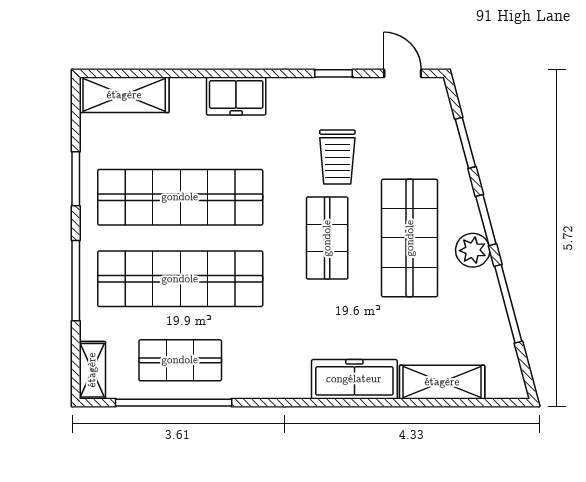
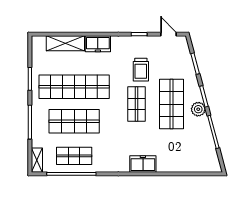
shelving: (124, 95) -> (65, 43), moved
shop shelf: (180, 279) -> (74, 121), width x0.71
freezer: (354, 379) -> (143, 164), width x0.71
shelving: (442, 382) -> (185, 165), removed

